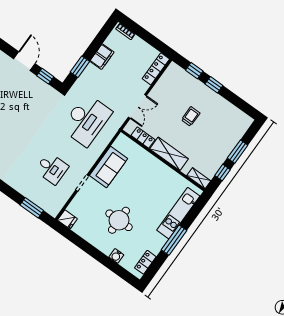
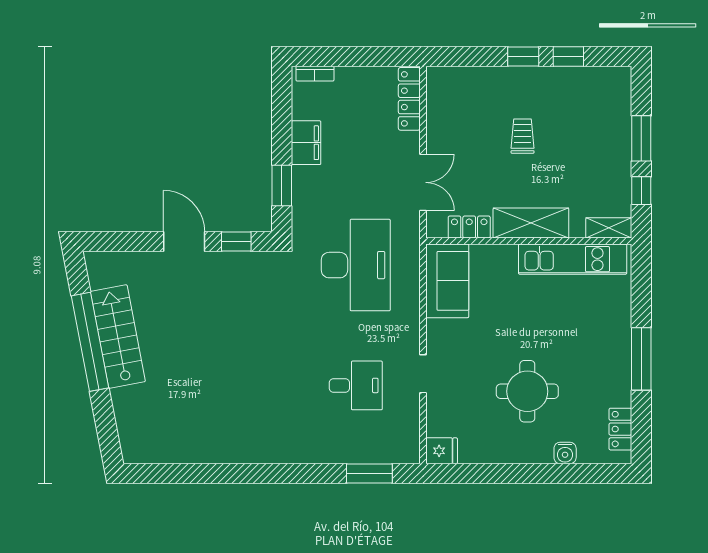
window: (194, 71) -> (568, 57), moved
sofa: (109, 167) -> (447, 281), moved
kitchen unit: (178, 213) -> (573, 259), moved, turned -90

